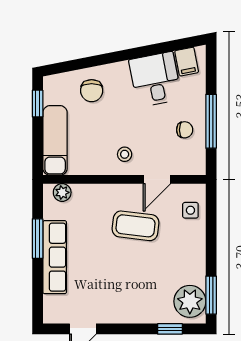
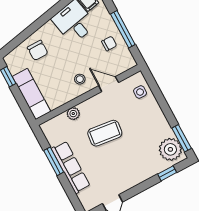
door: (157, 179) -> (109, 84), swing flipped
plant: (62, 192) -> (73, 114), moved
coffee table: (136, 226) -> (105, 133), moved

